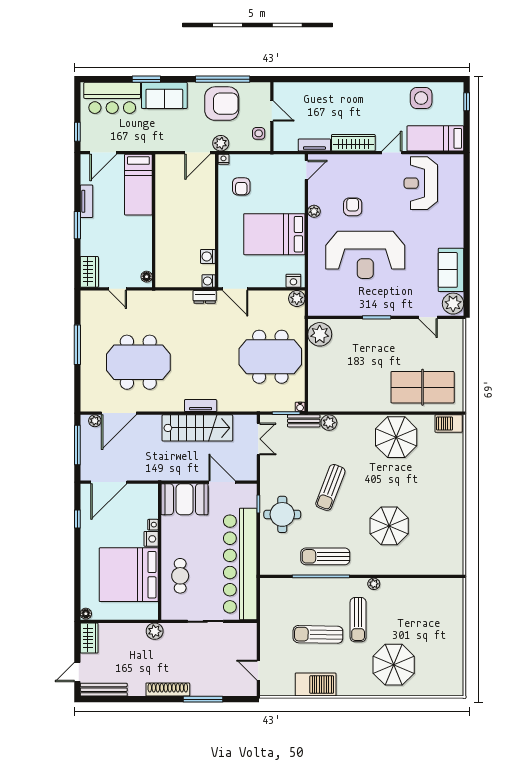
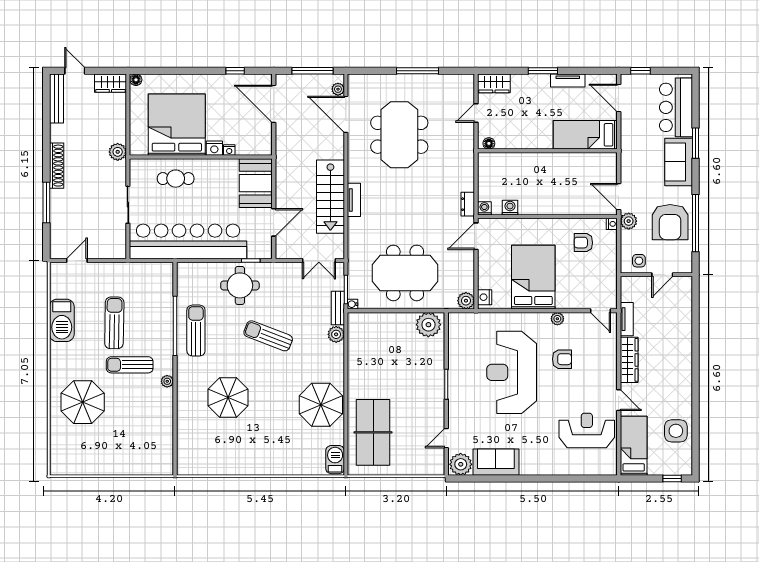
meeting table: (270, 357) -> (405, 273), turned 90

